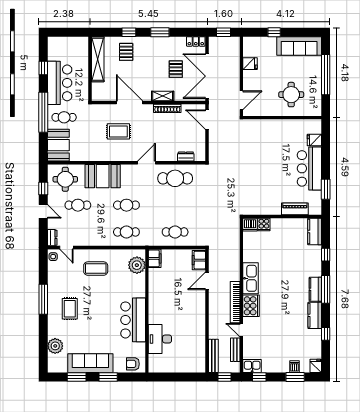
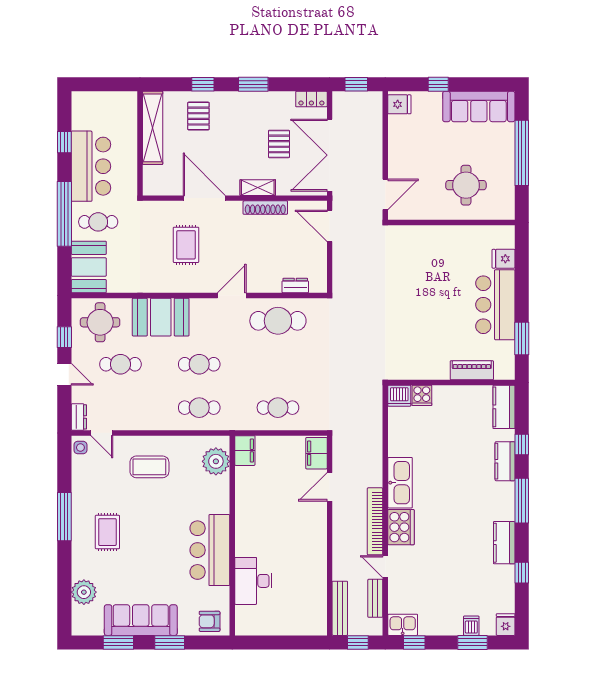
fridge: (250, 64) -> (399, 104), moved
rug: (118, 131) -> (186, 245), turned 90
kitchen counter: (315, 289) -> (505, 461), moved

